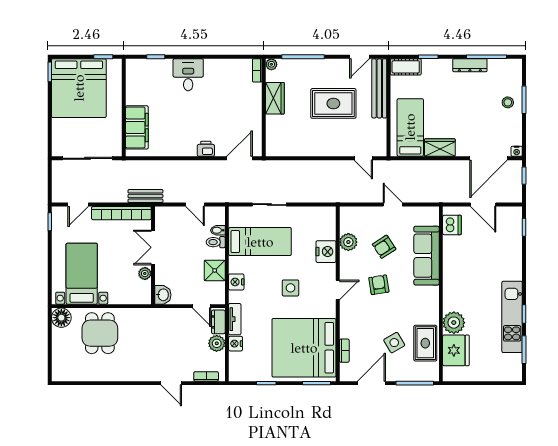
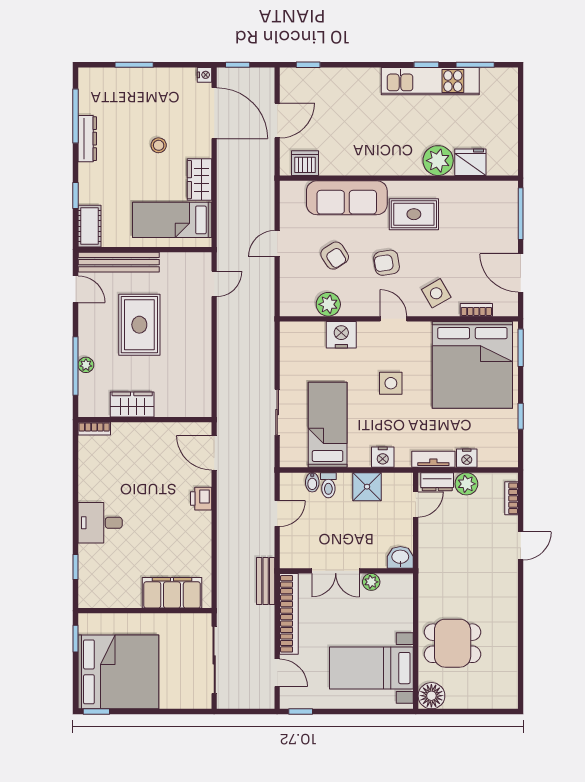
plant: (271, 64) -> (86, 365), moved
stool: (508, 102) -> (159, 145), moved
side table: (394, 343) -> (436, 293), moved
rug: (425, 343) -> (414, 214), moved
fridge: (456, 350) -> (470, 162), width x0.73, depth x0.75

